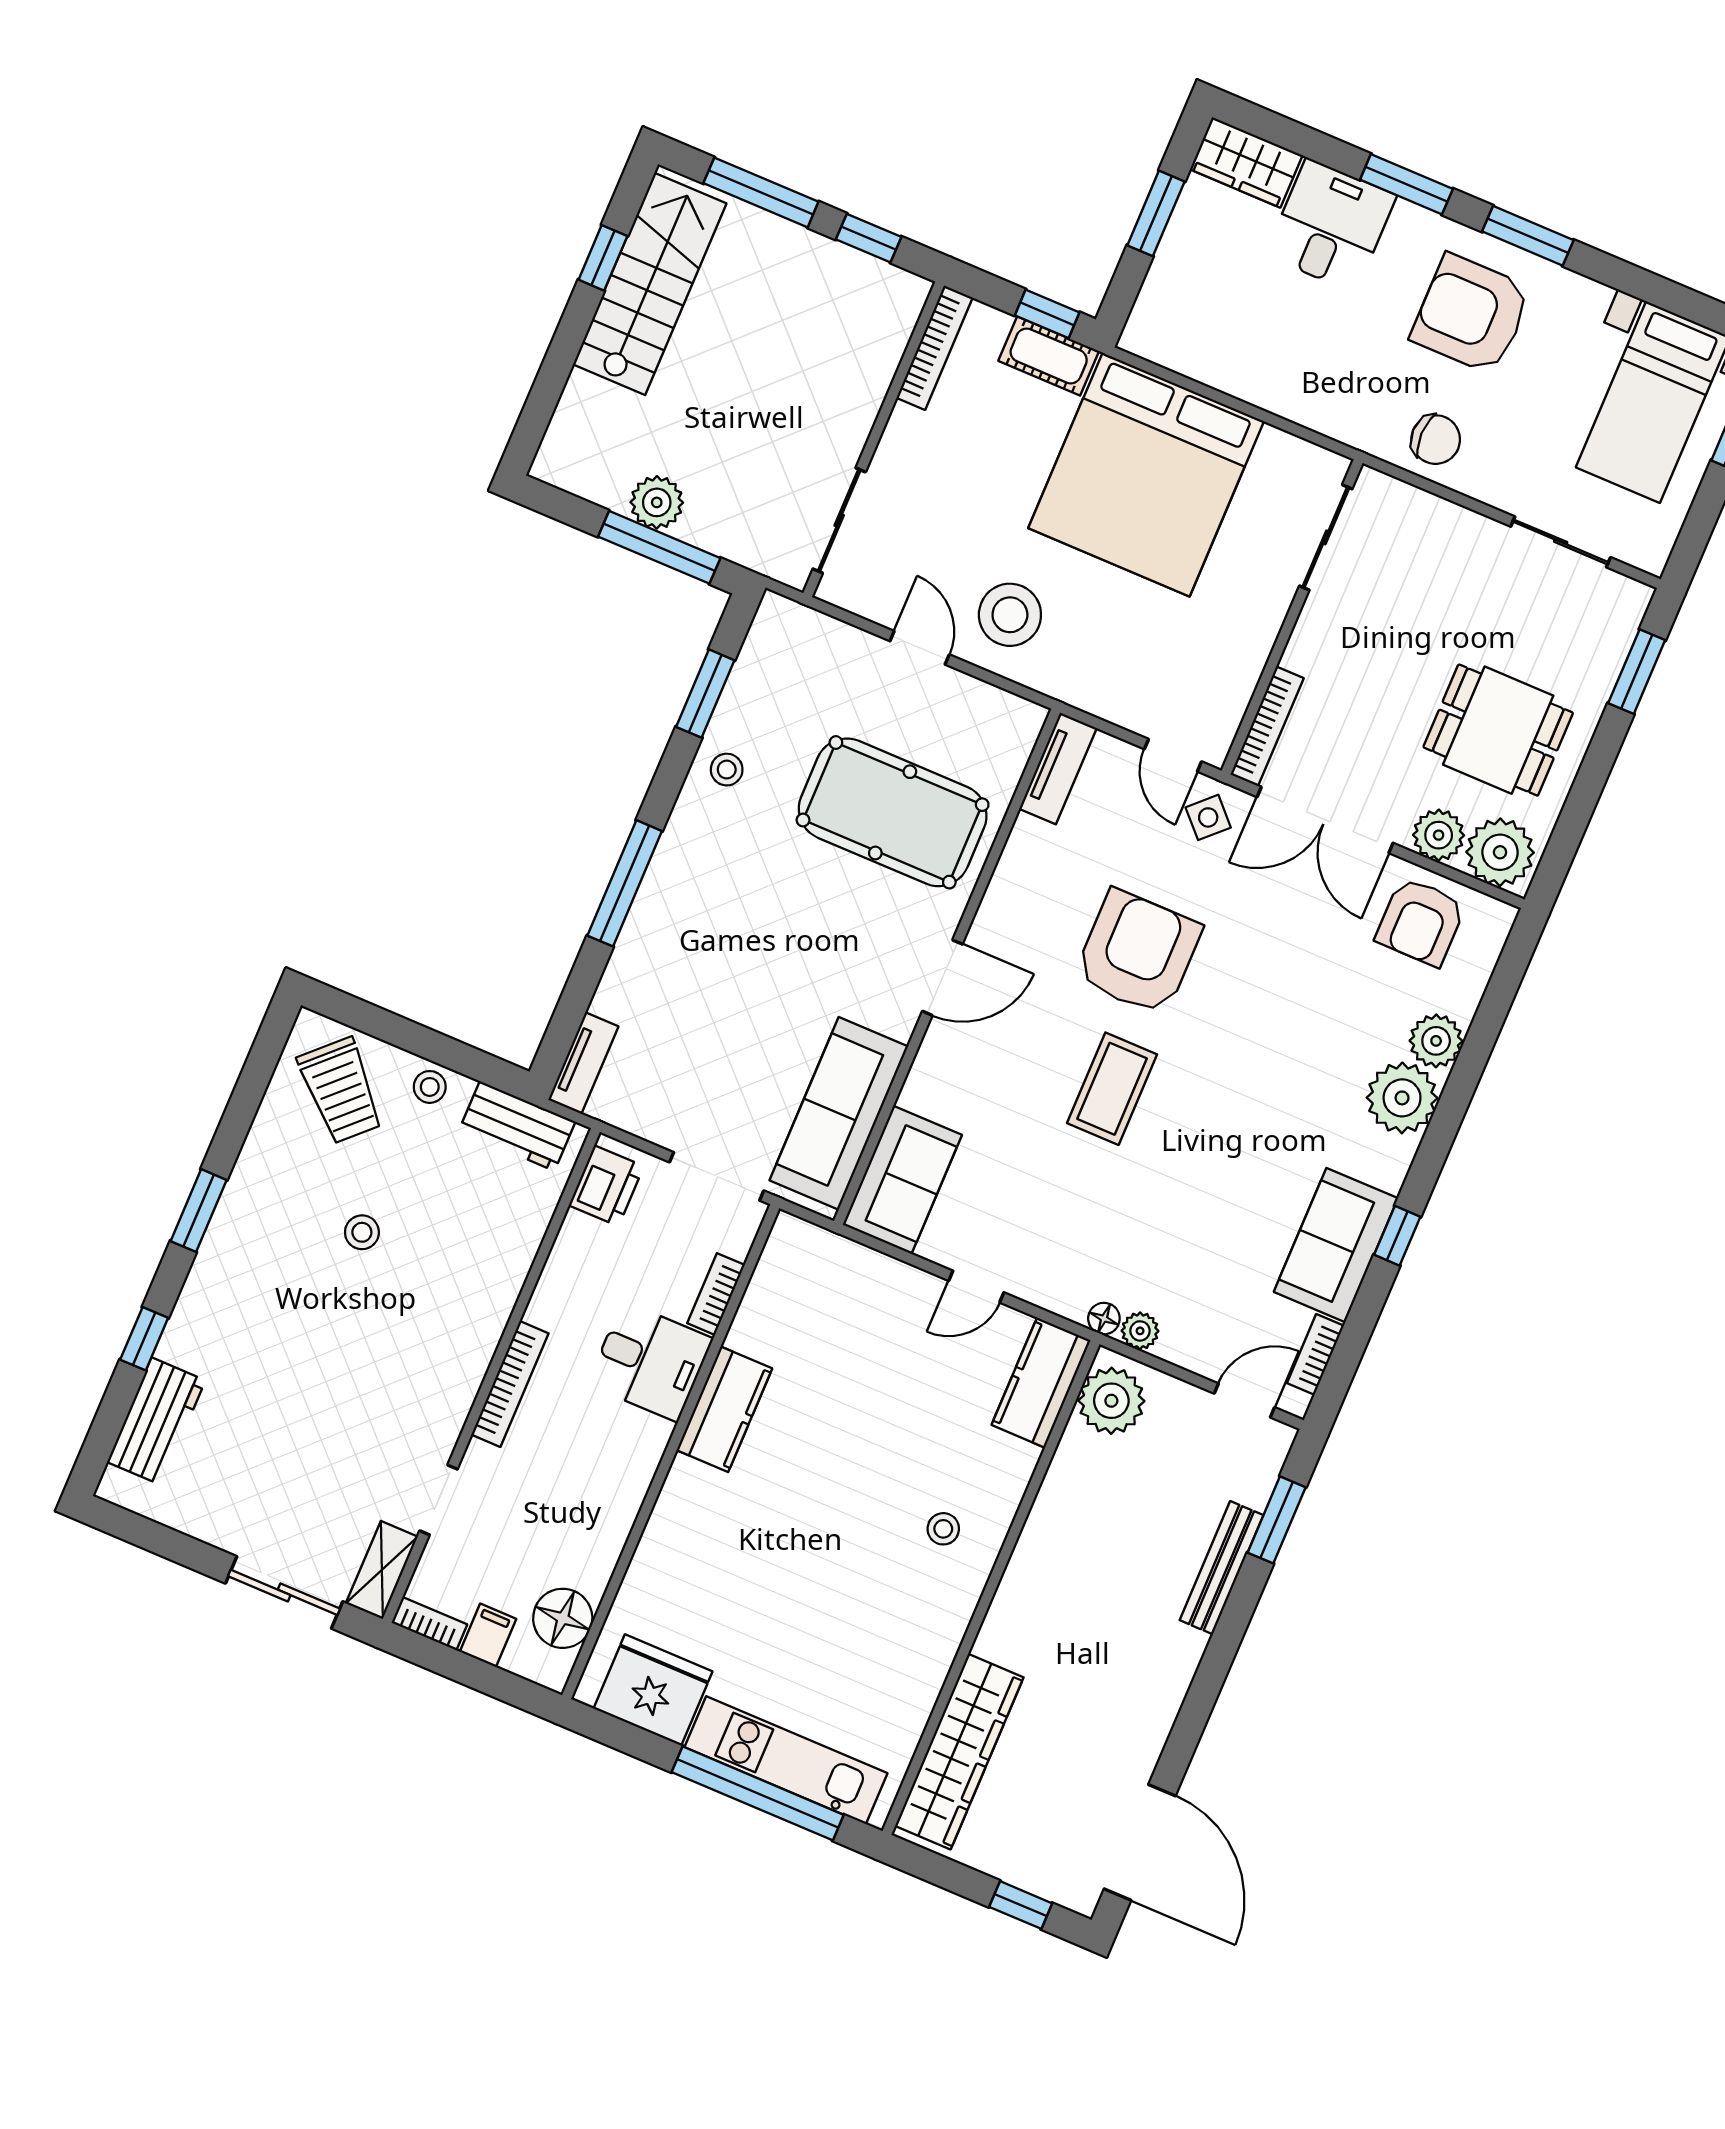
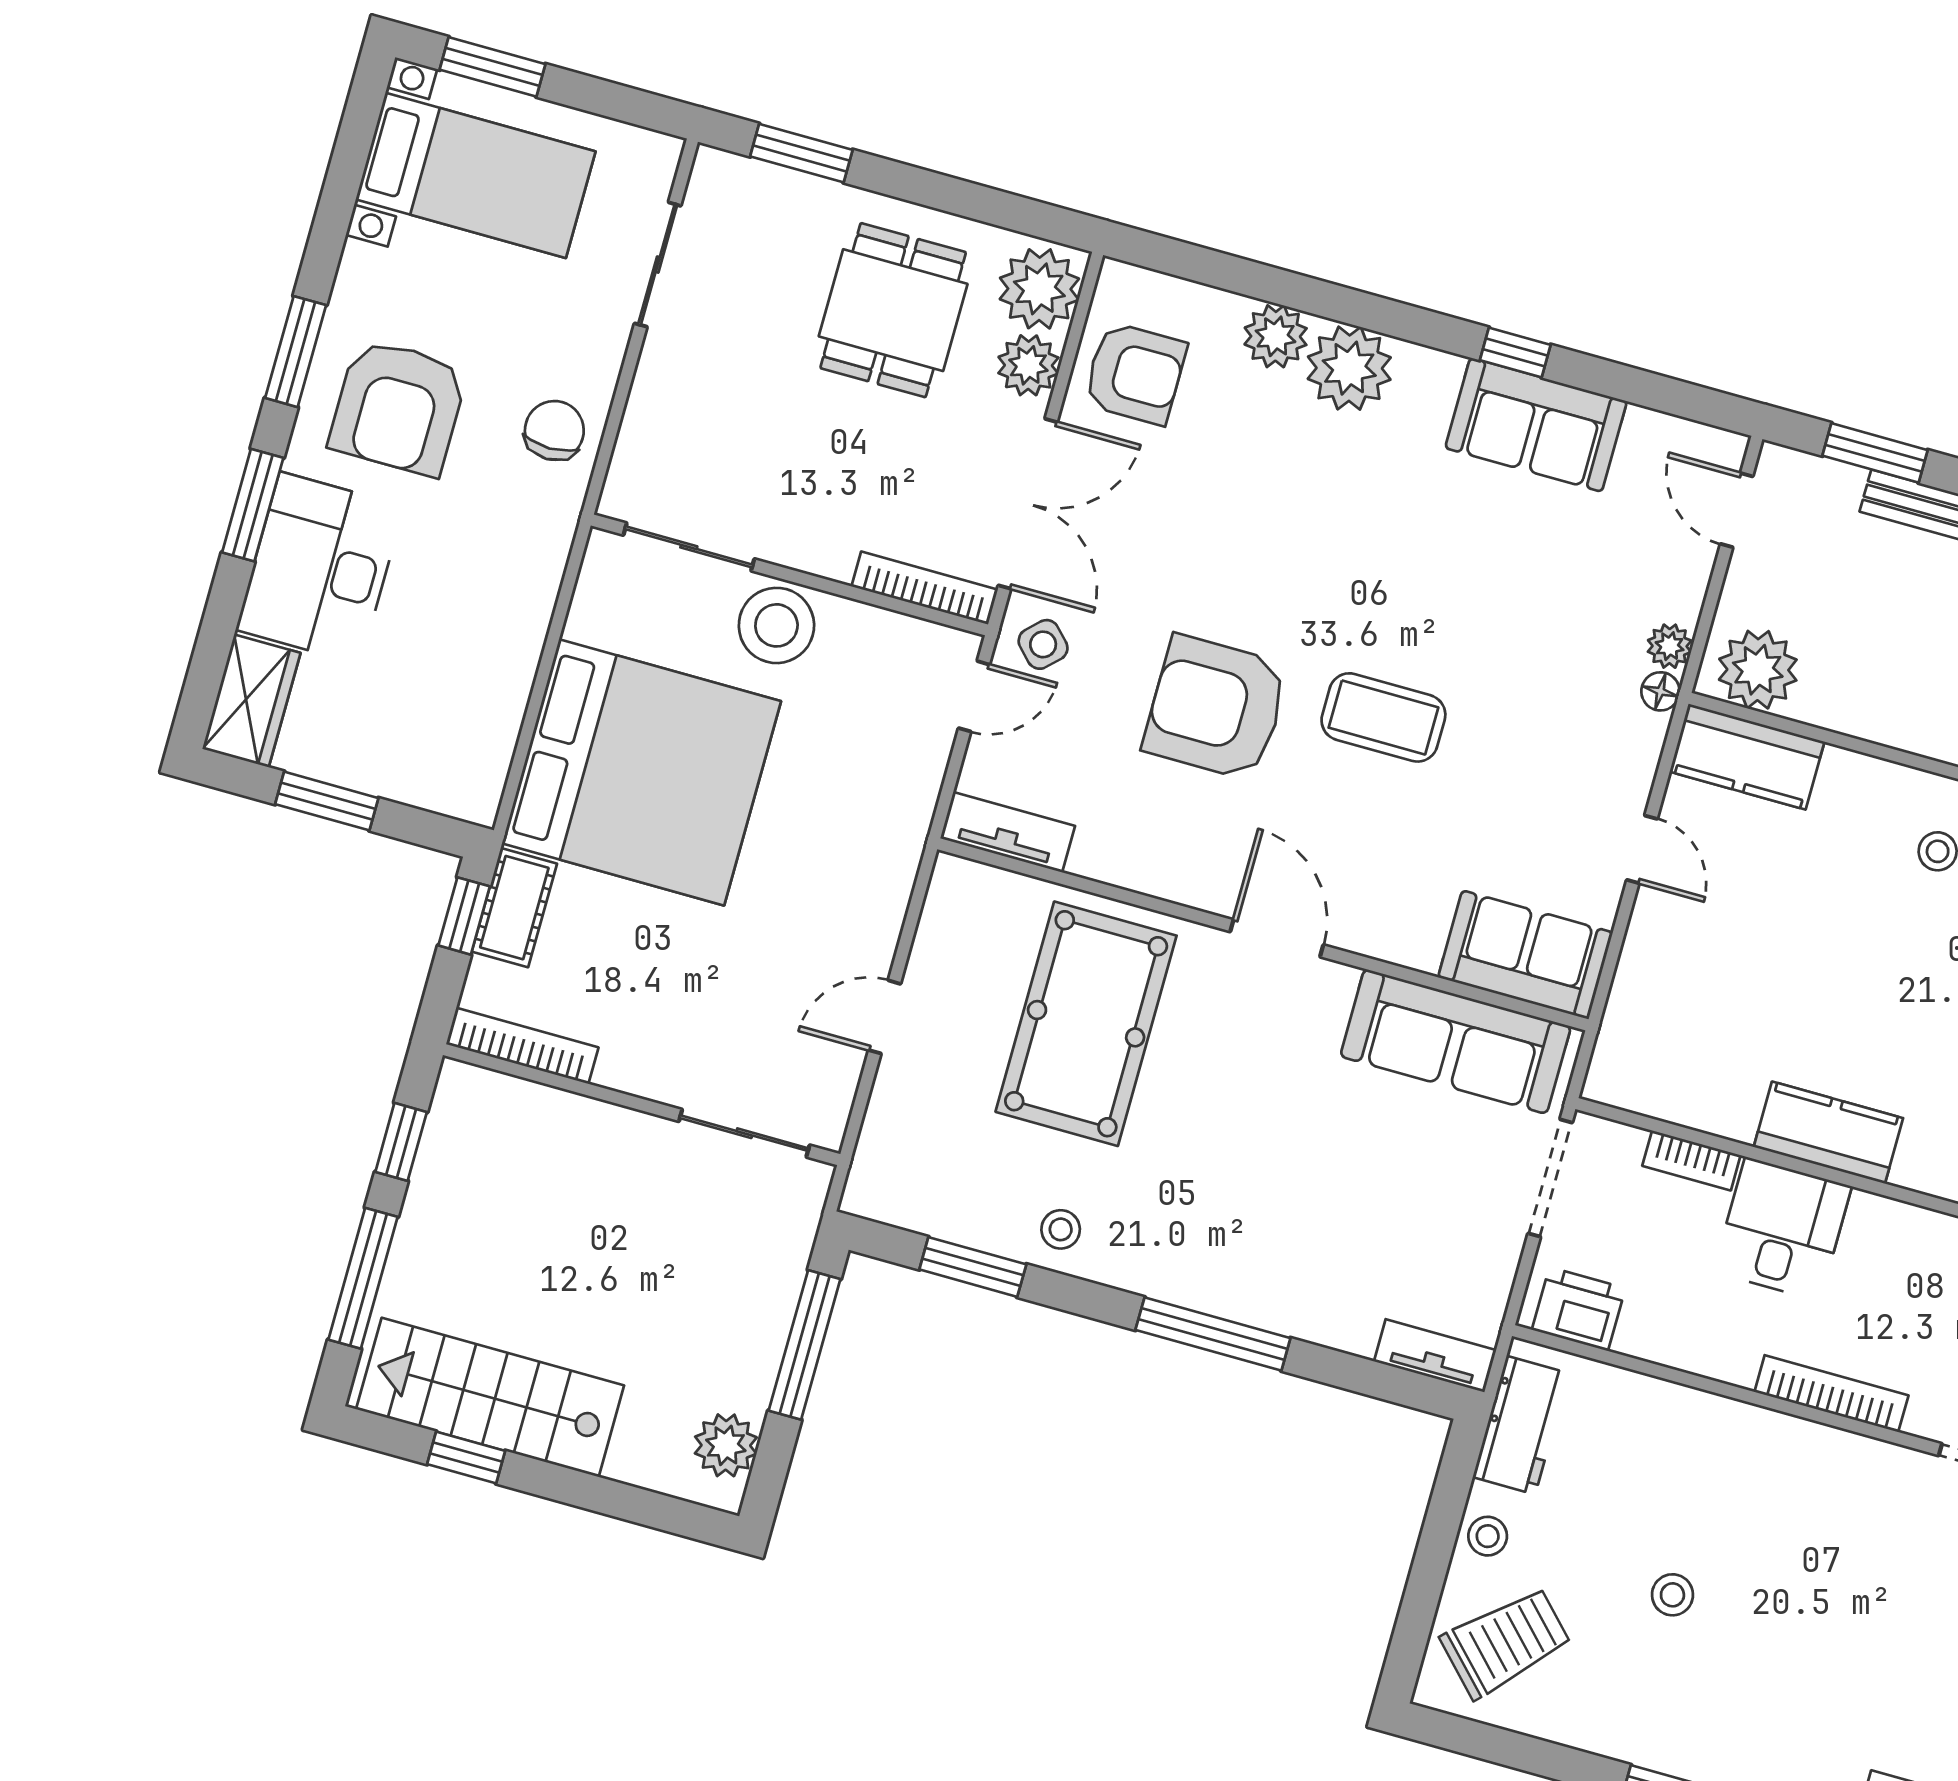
desk: (1331, 225) -> (320, 568), width x1.37
plant: (657, 502) -> (726, 1445), moved
stool: (1010, 615) -> (776, 625), moved
bookcase: (1315, 1354) -> (1671, 432), removed

